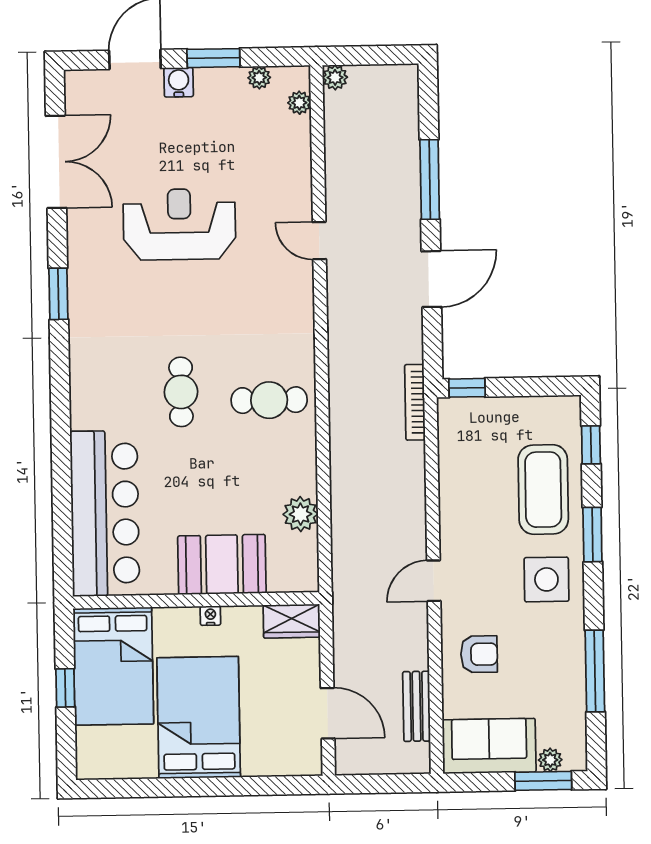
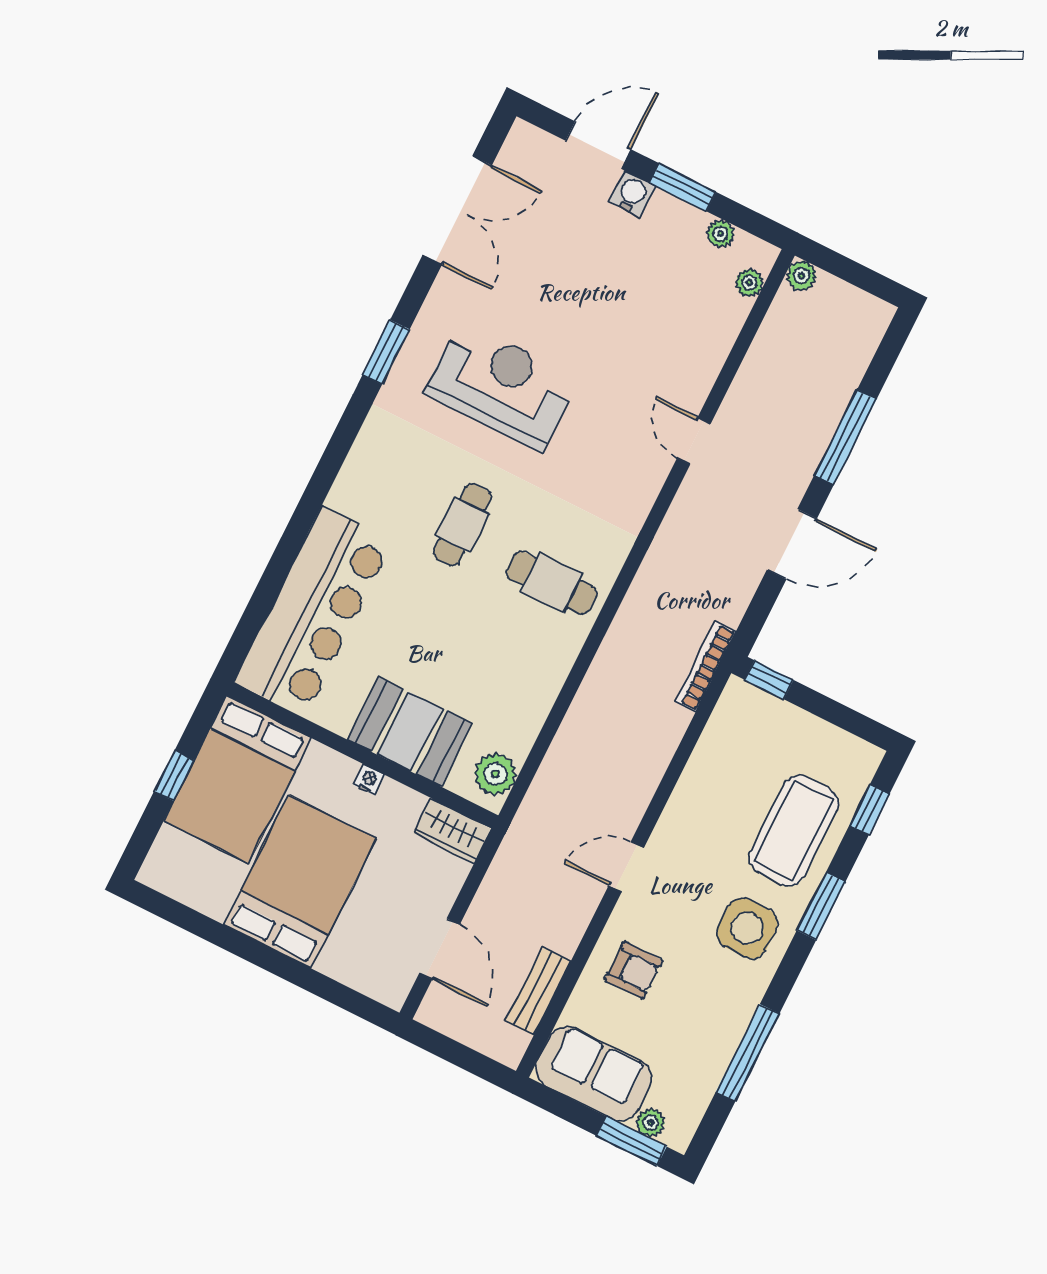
reception desk: (179, 224) -> (502, 386), moved
plant: (301, 514) -> (495, 774), moved

